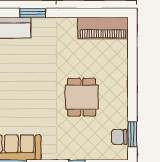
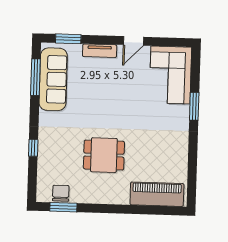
piano: (103, 28) -> (157, 194), moved, turned 90

